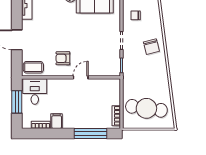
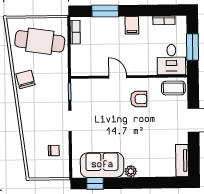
chair: (151, 47) -> (25, 79), moved
door: (81, 77) -> (118, 77), swing flipped
filing cabinet: (57, 121) -> (132, 25), moved
window: (91, 133) -> (105, 11), width x0.69

